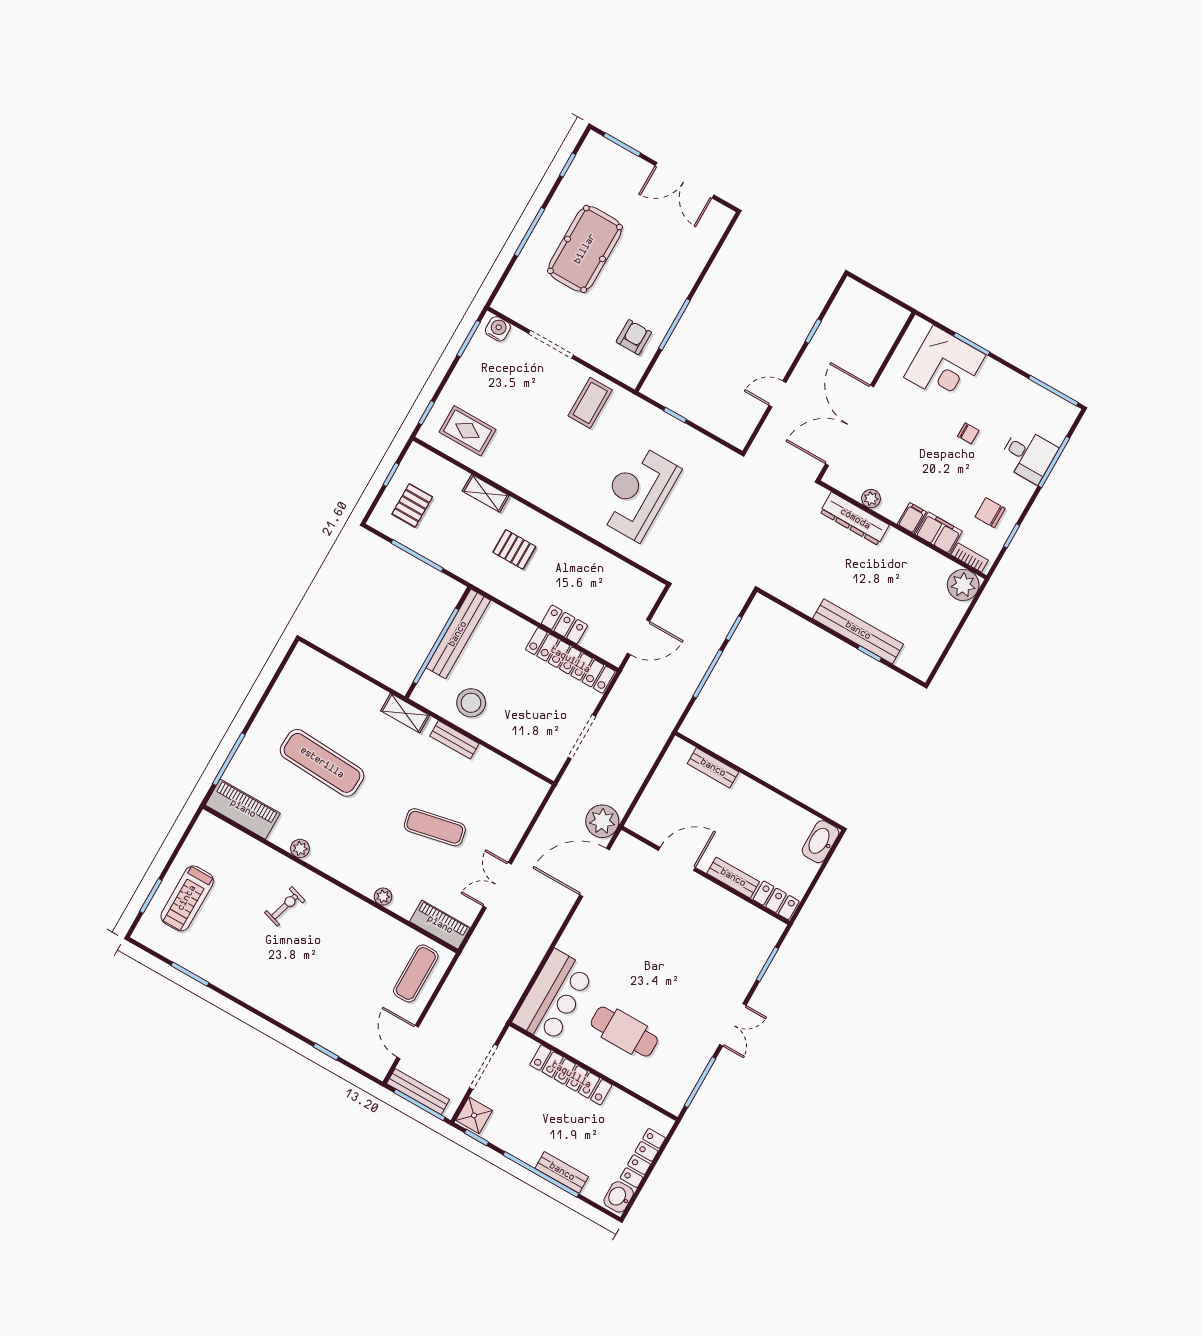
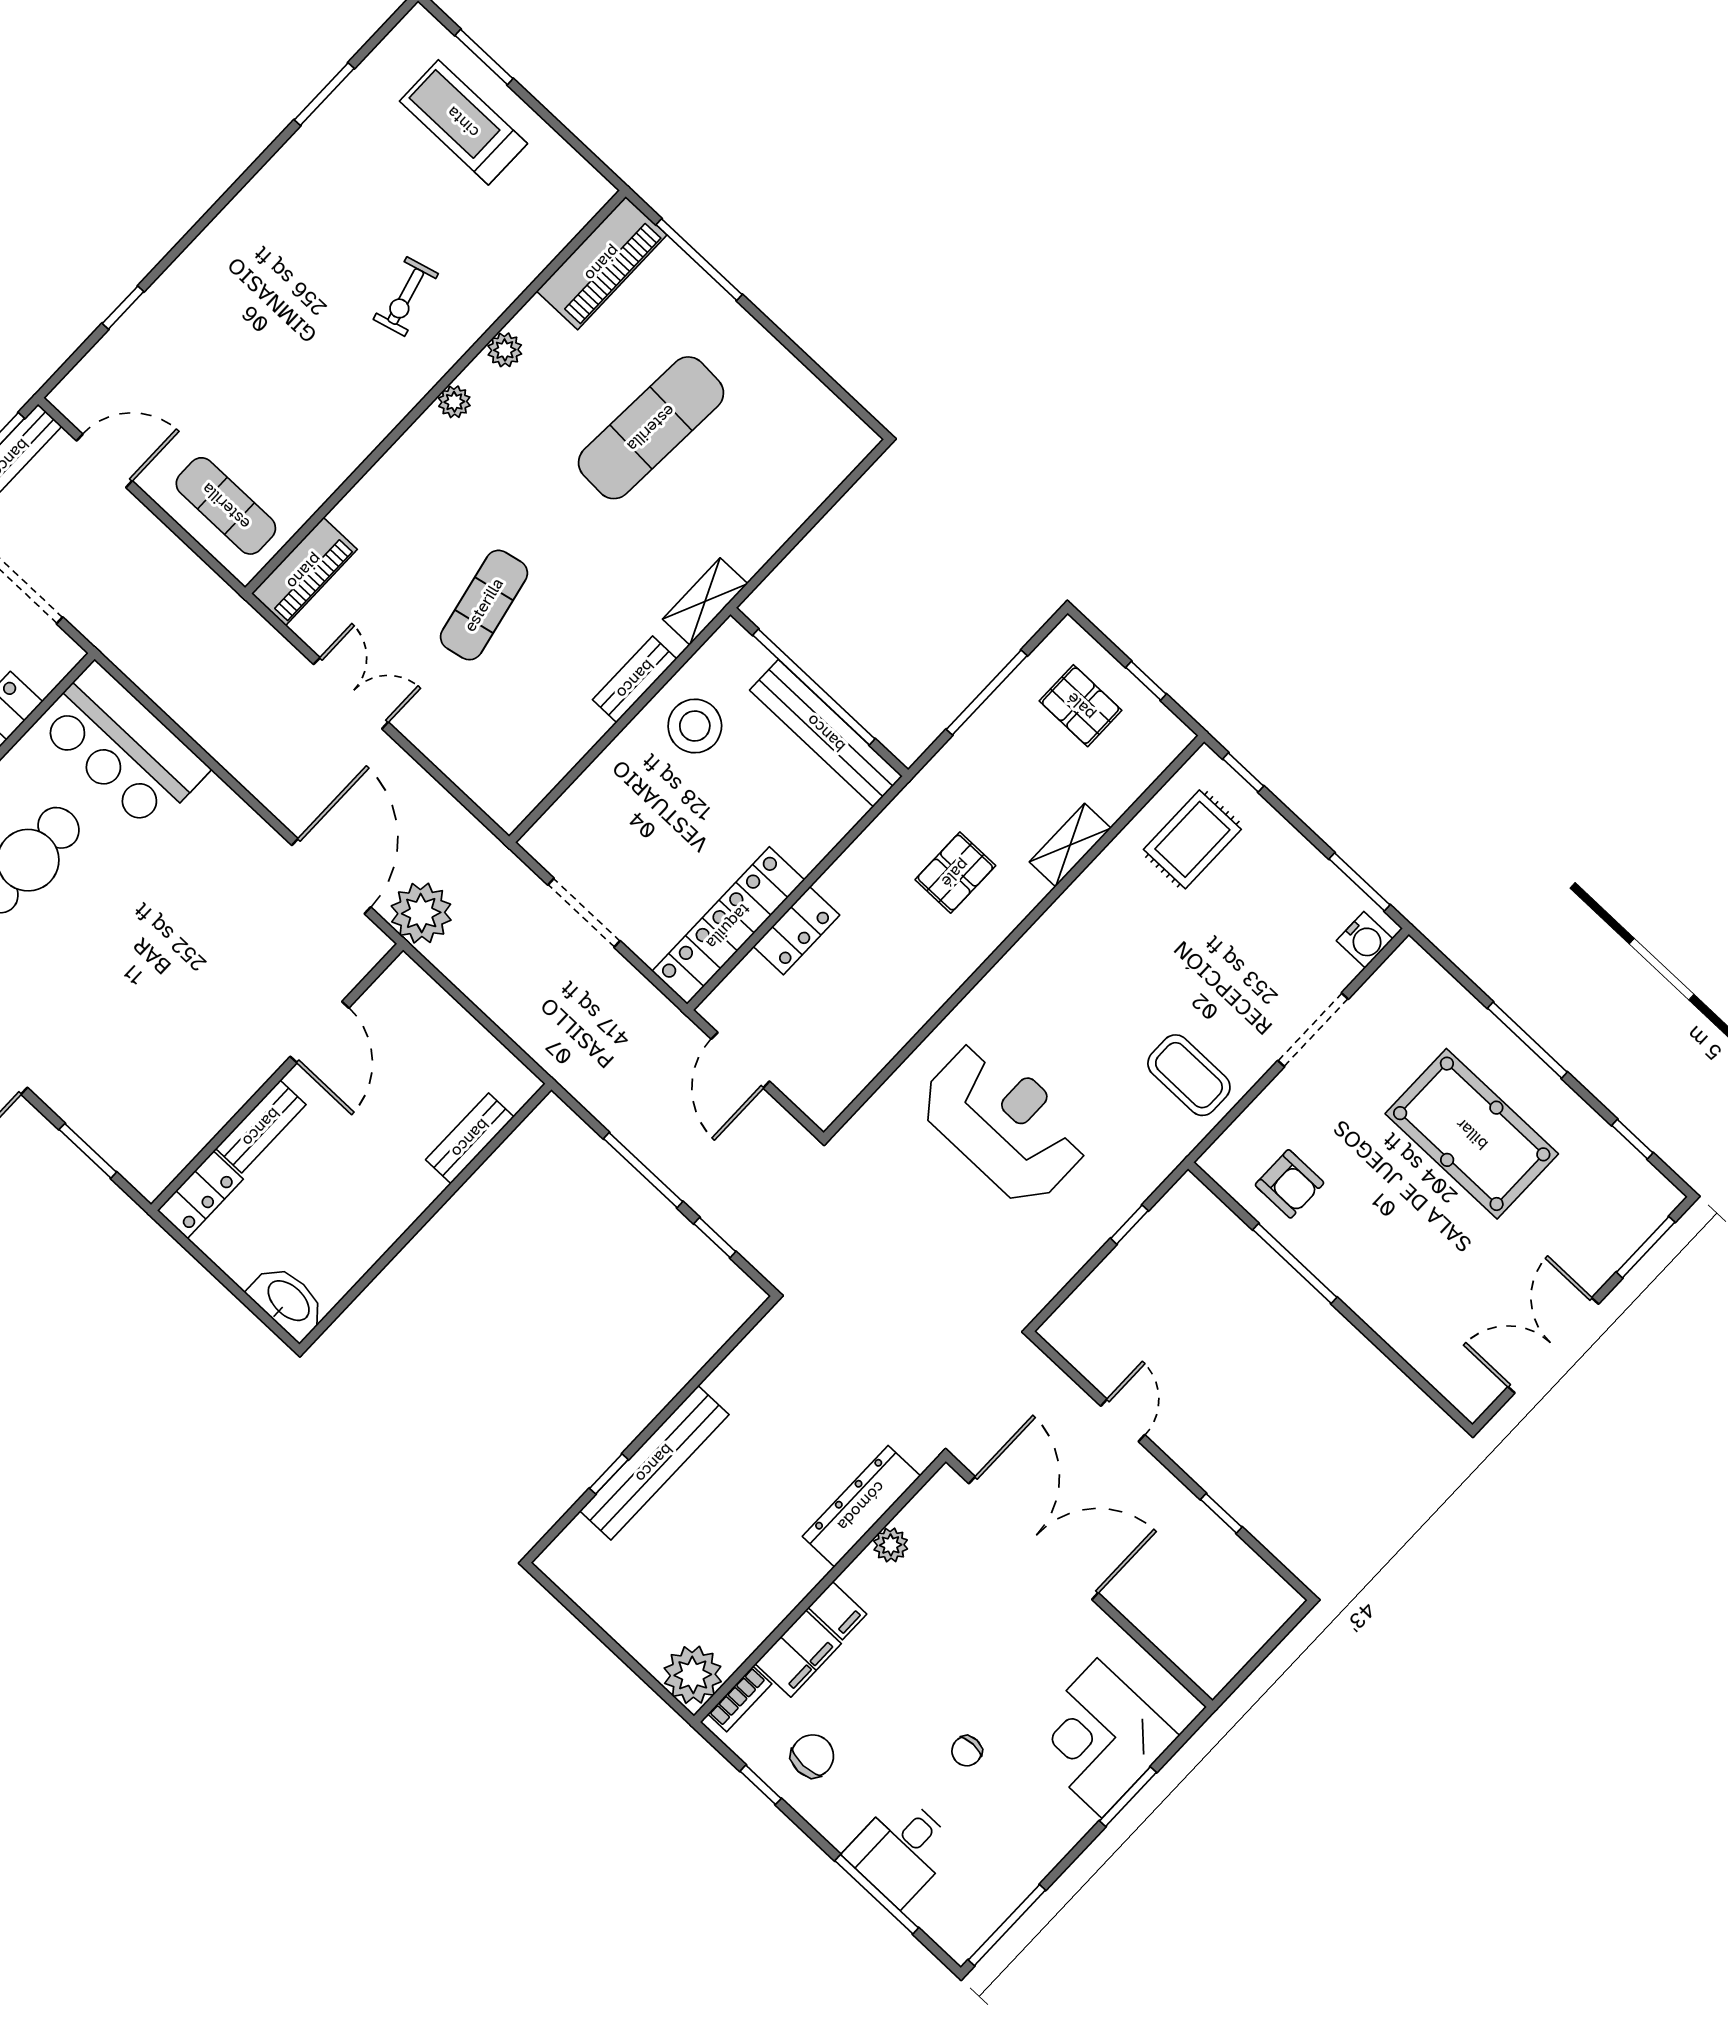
plant: (383, 897) -> (454, 402), moved
exercise bike: (285, 906) -> (406, 297), turned 58

